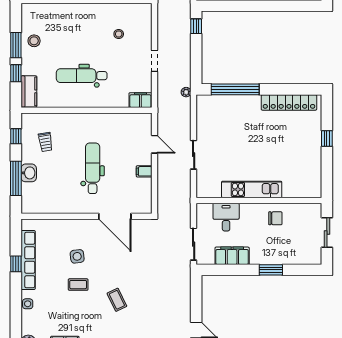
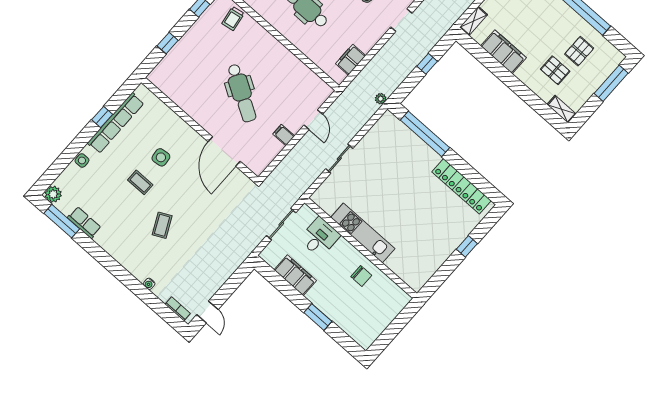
window: (196, 26) -> (427, 64), moved
doorway: (154, 61) -> (401, 20), moved
filing cabinet: (140, 100) -> (351, 60), moved, turned -90
trolley: (45, 142) -> (233, 19), moved
dental chair: (93, 168) -> (242, 93), turned 121
washbasin: (29, 173) -> (183, 48), removed
window: (16, 178) -> (168, 43), width x0.46
sliding door: (327, 233) -> (395, 328), removed
sliding door: (194, 244) -> (281, 224), moved

